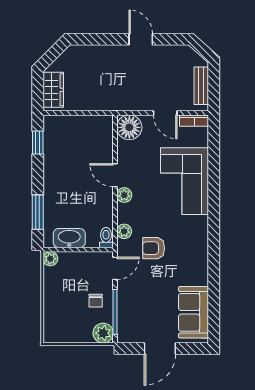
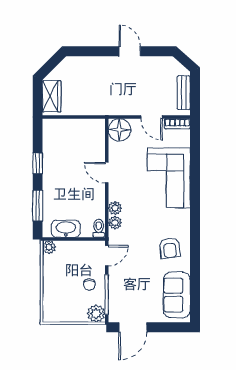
window: (38, 142) -> (38, 163), moved
plant: (124, 195) -> (115, 208), moved
armchair: (154, 248) -> (170, 248), moved, turned -97
door: (160, 349) -> (133, 327), moved

